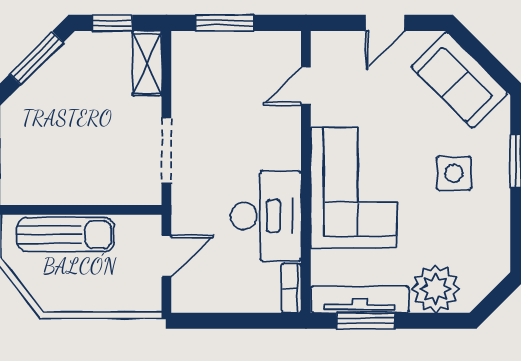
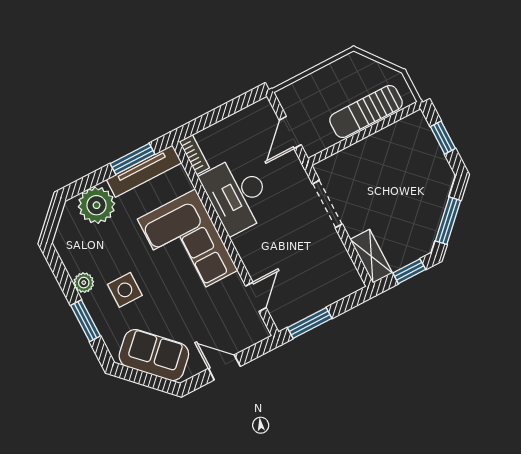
window: (225, 23) -> (310, 323), moved
door: (385, 23) -> (224, 367), hinge flipped
plant: (497, 206) -> (84, 283), added

